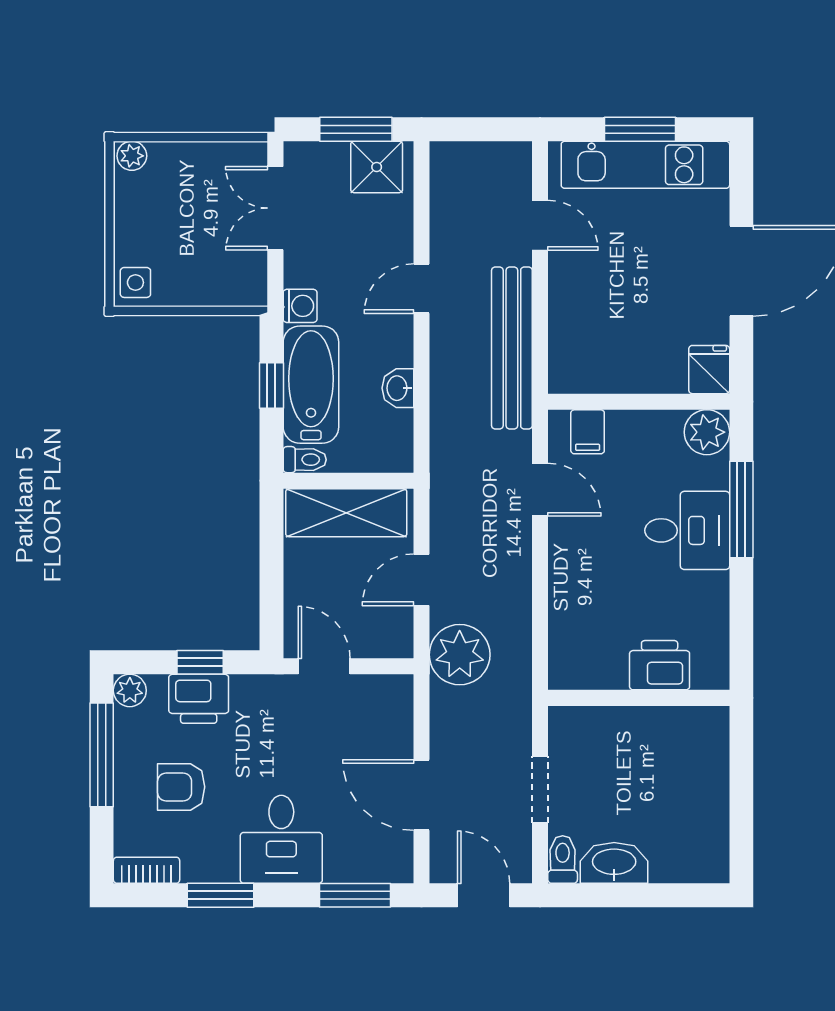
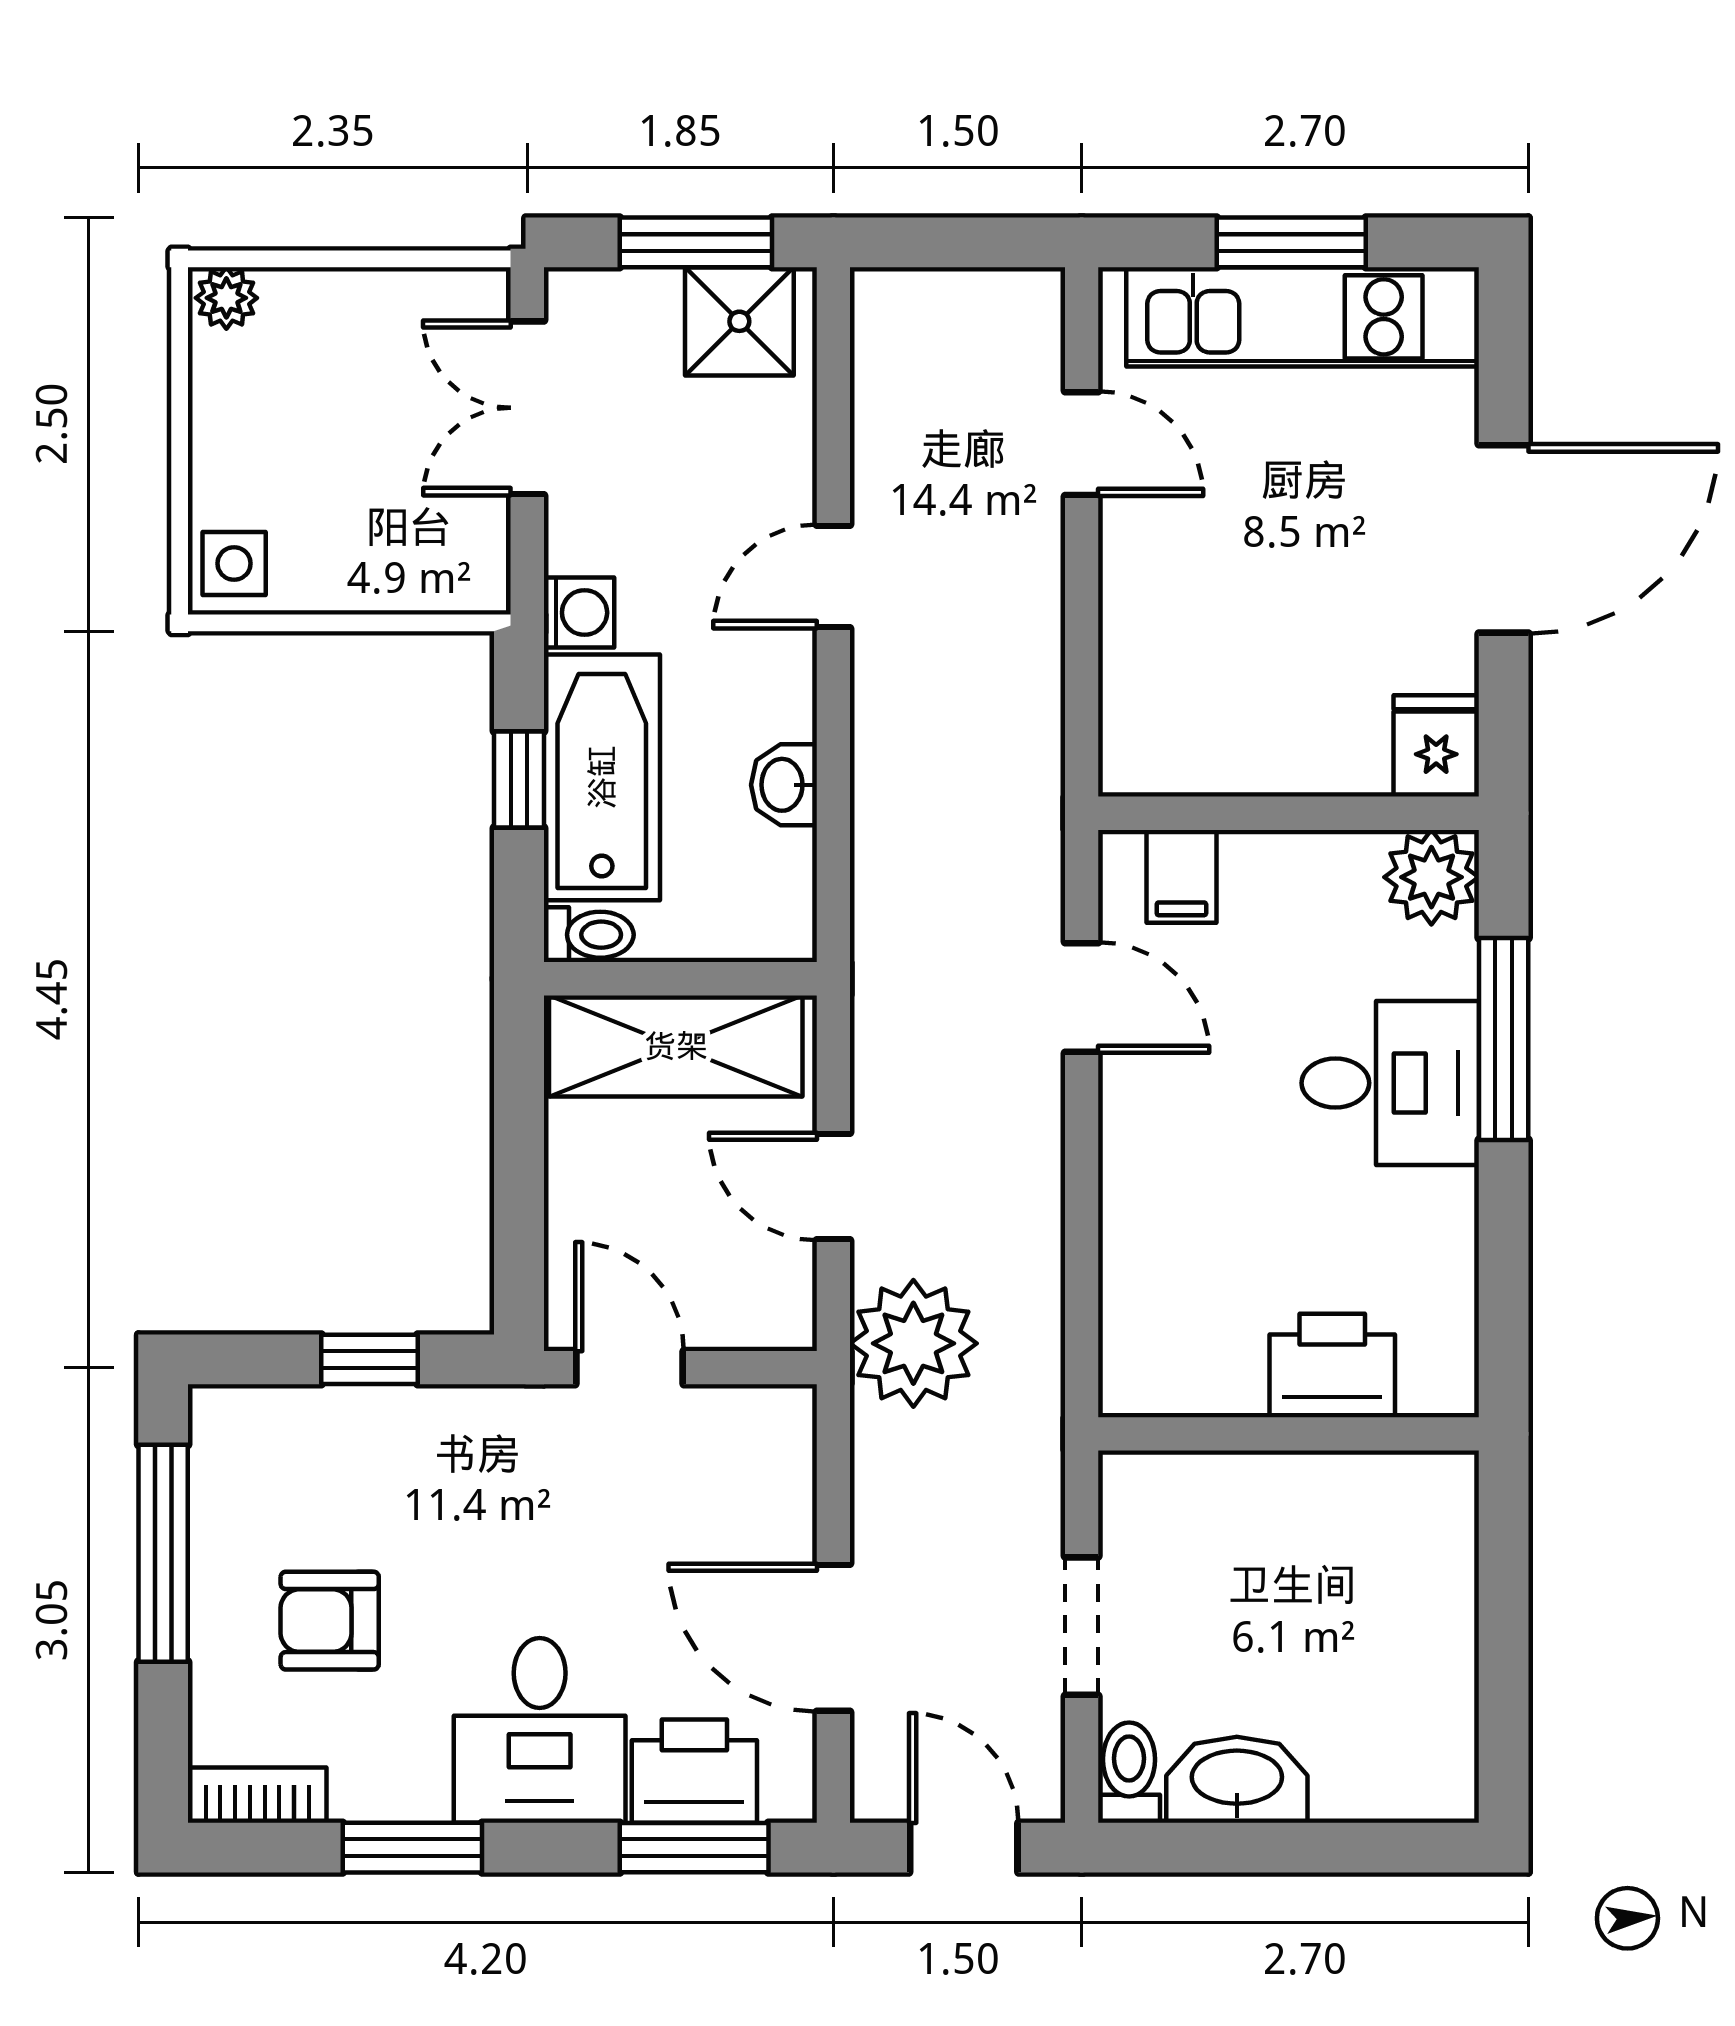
bench: (512, 348) -> (1023, 701), removed
door: (421, 580) -> (833, 1186), hinge flipped
plant: (130, 690) -> (222, 1418), removed
printer: (199, 699) -> (694, 1771), moved, turned 180

